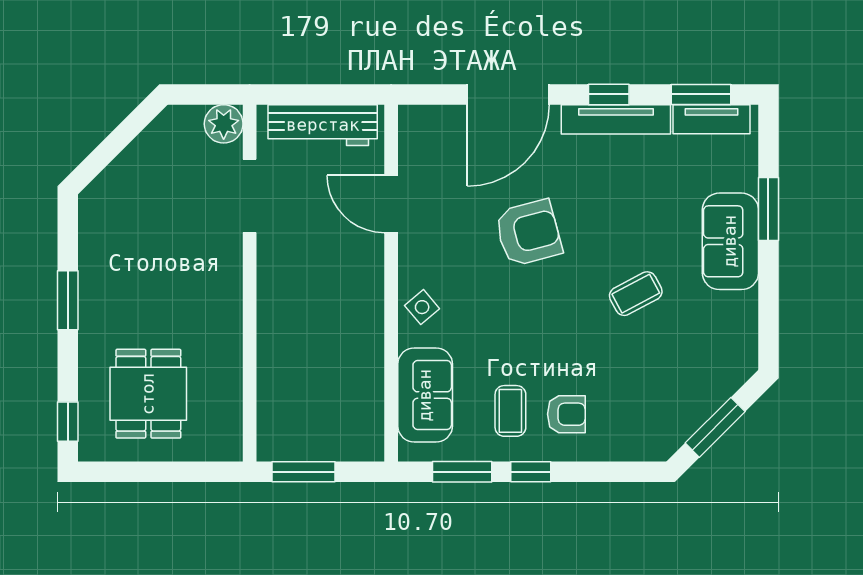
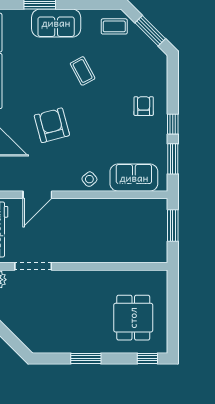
dining table: (148, 394) -> (133, 318), turned 90
coffee table: (510, 411) -> (114, 26), moved
window: (304, 472) -> (173, 225), moved

